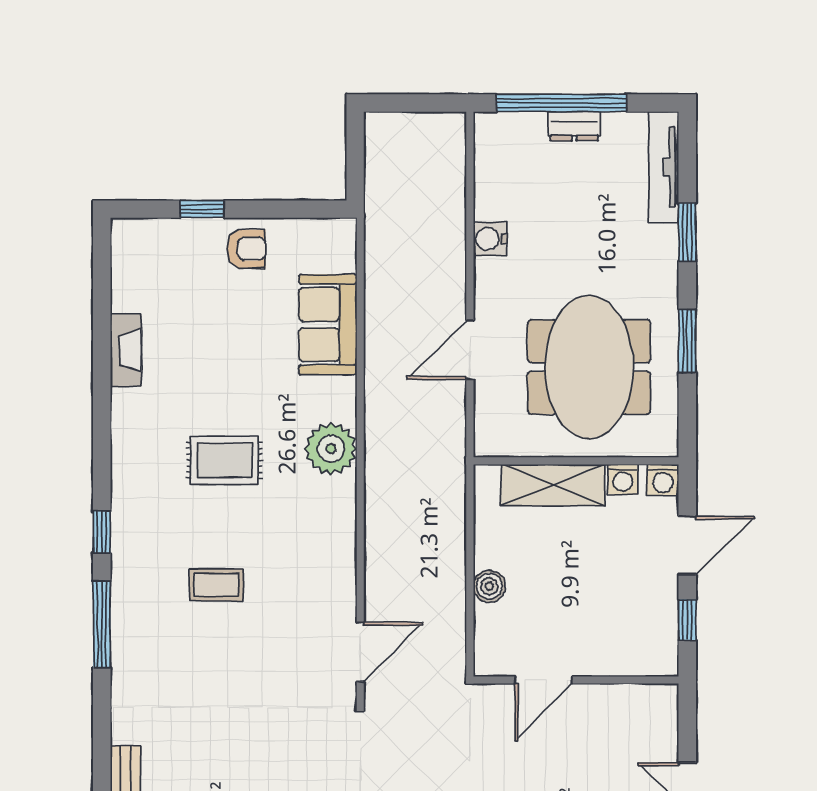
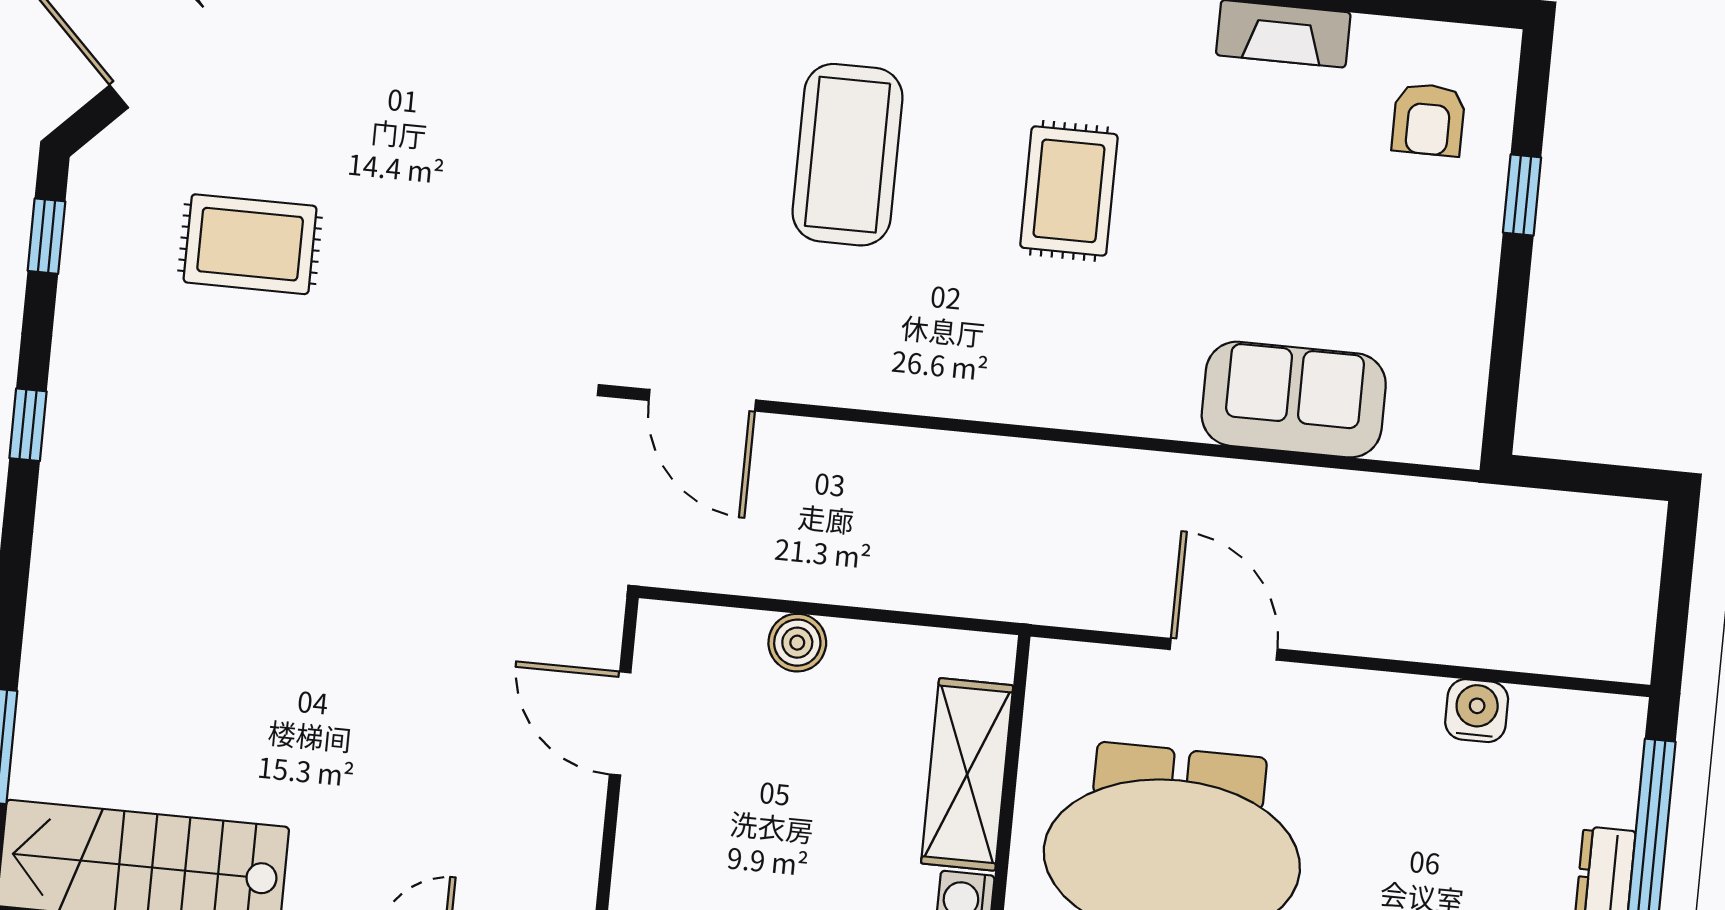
water cooler: (490, 239) -> (1477, 711), moved
armchair: (246, 249) -> (1428, 120), moved
plant: (331, 449) -> (1071, 383), removed
coffee table: (216, 585) -> (848, 155), width x1.86, depth x1.72

